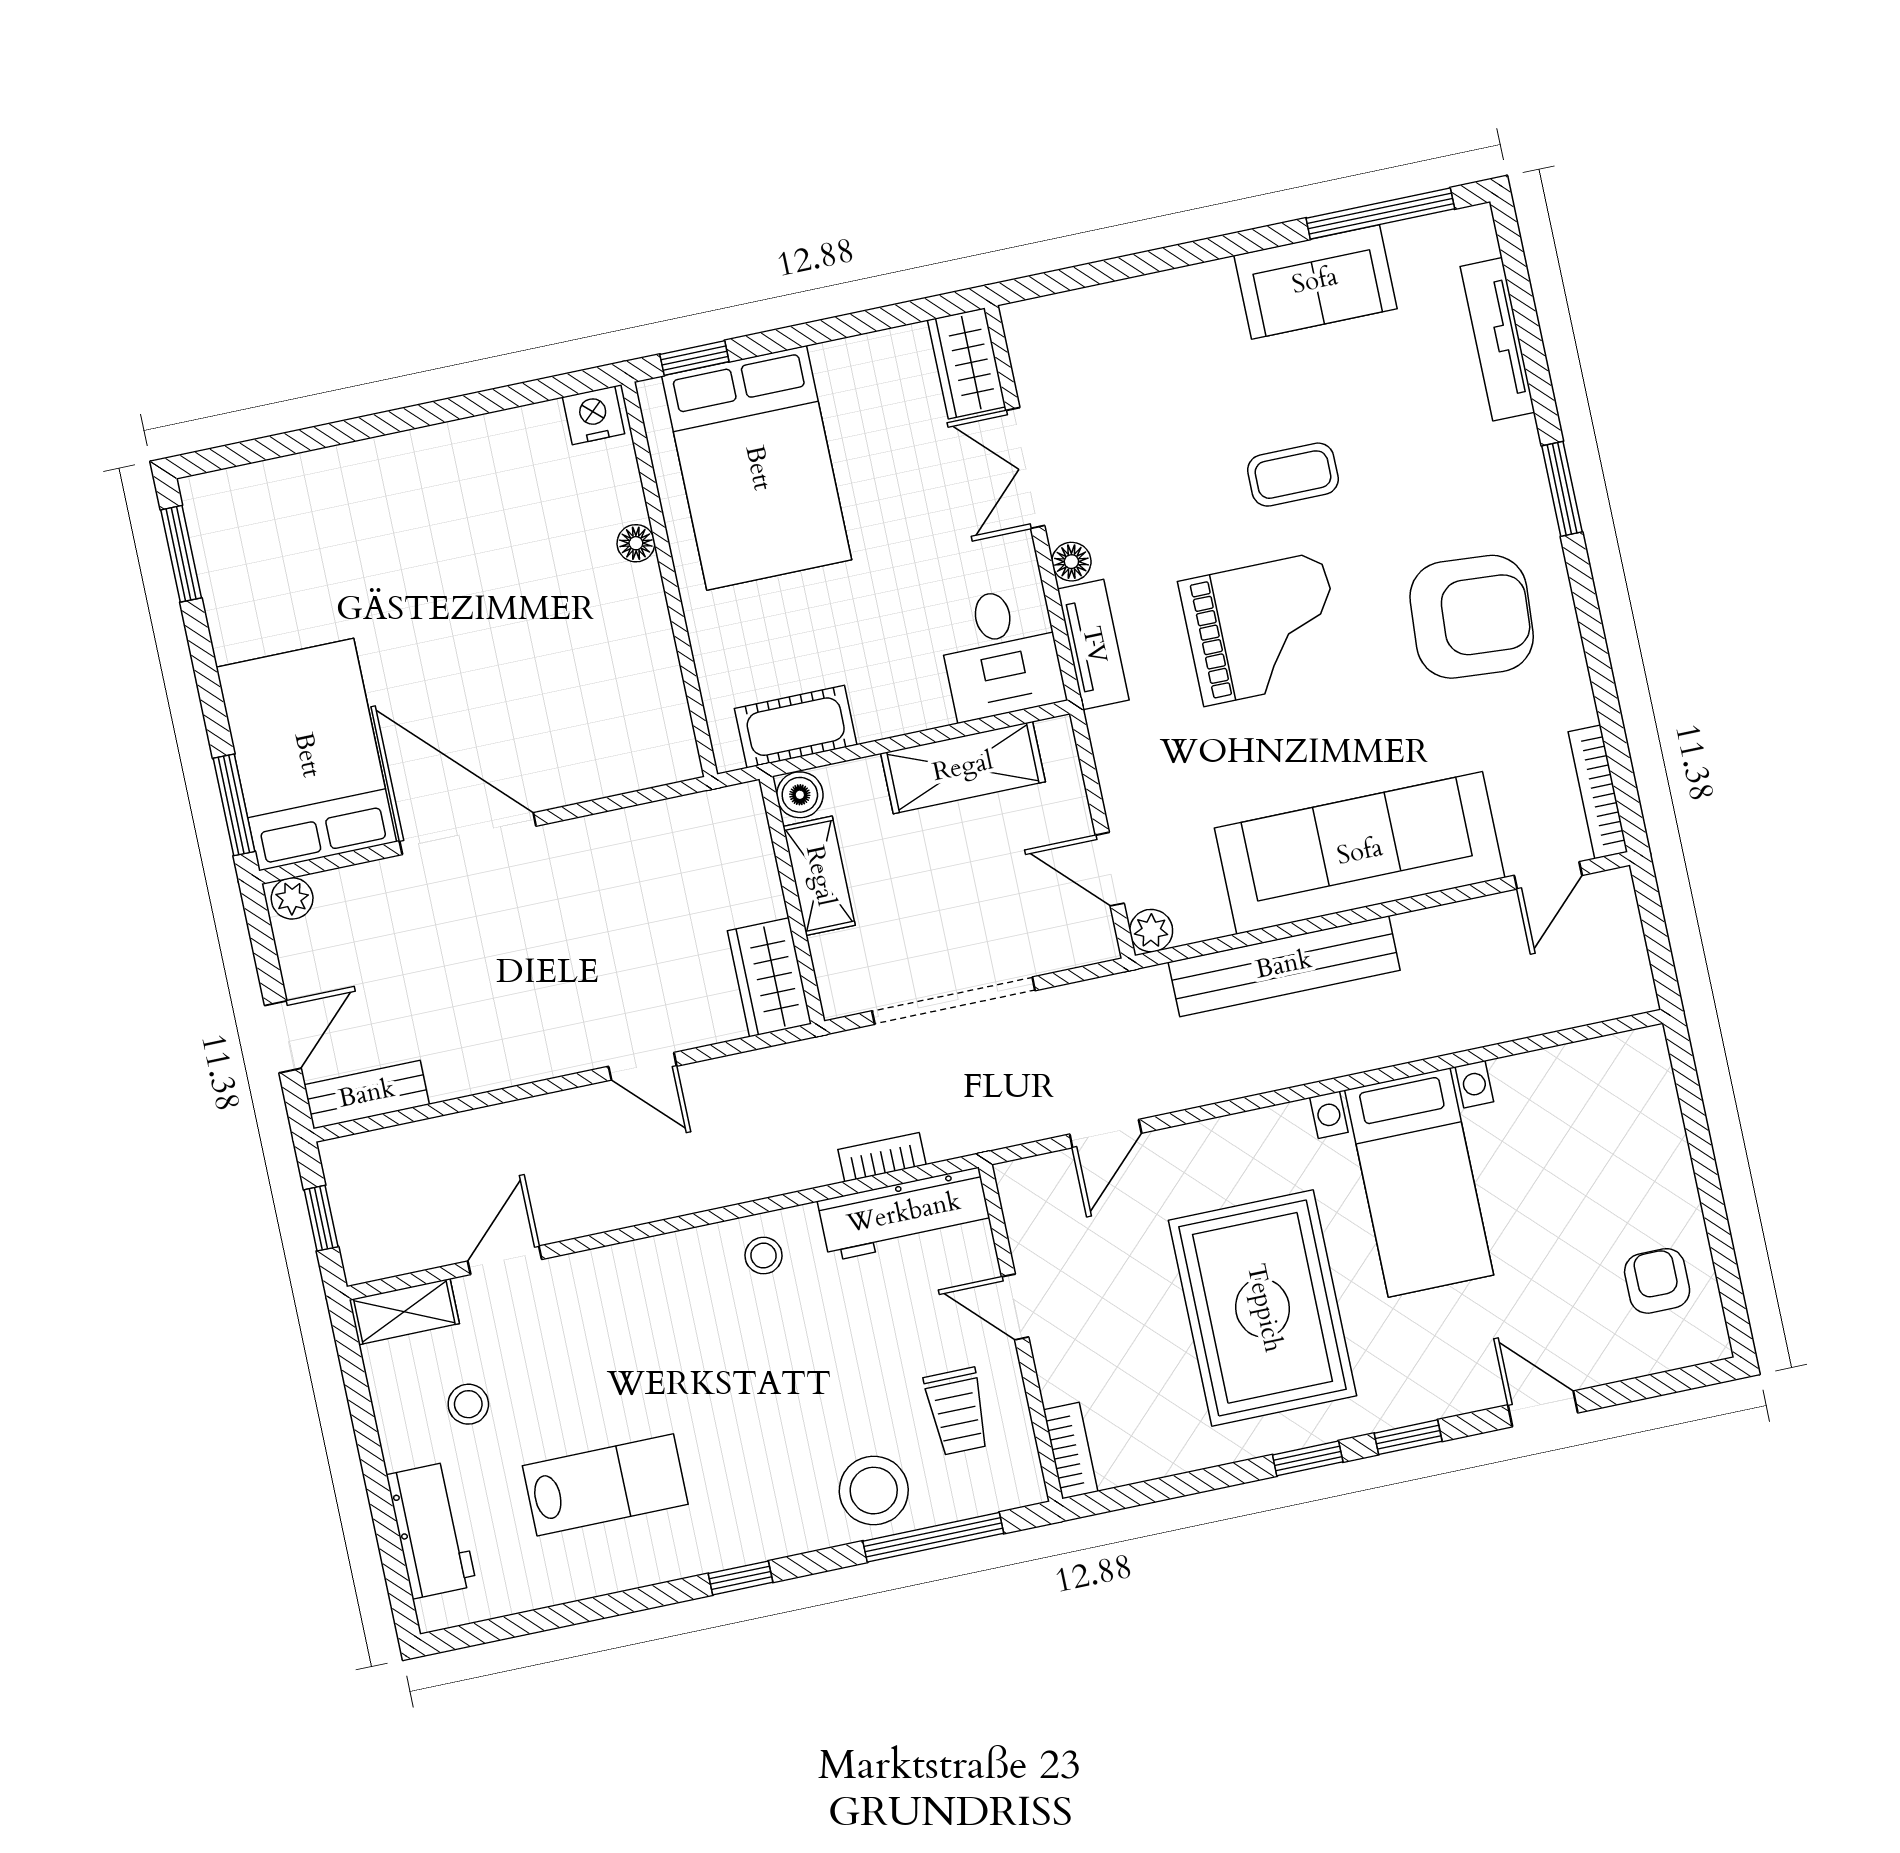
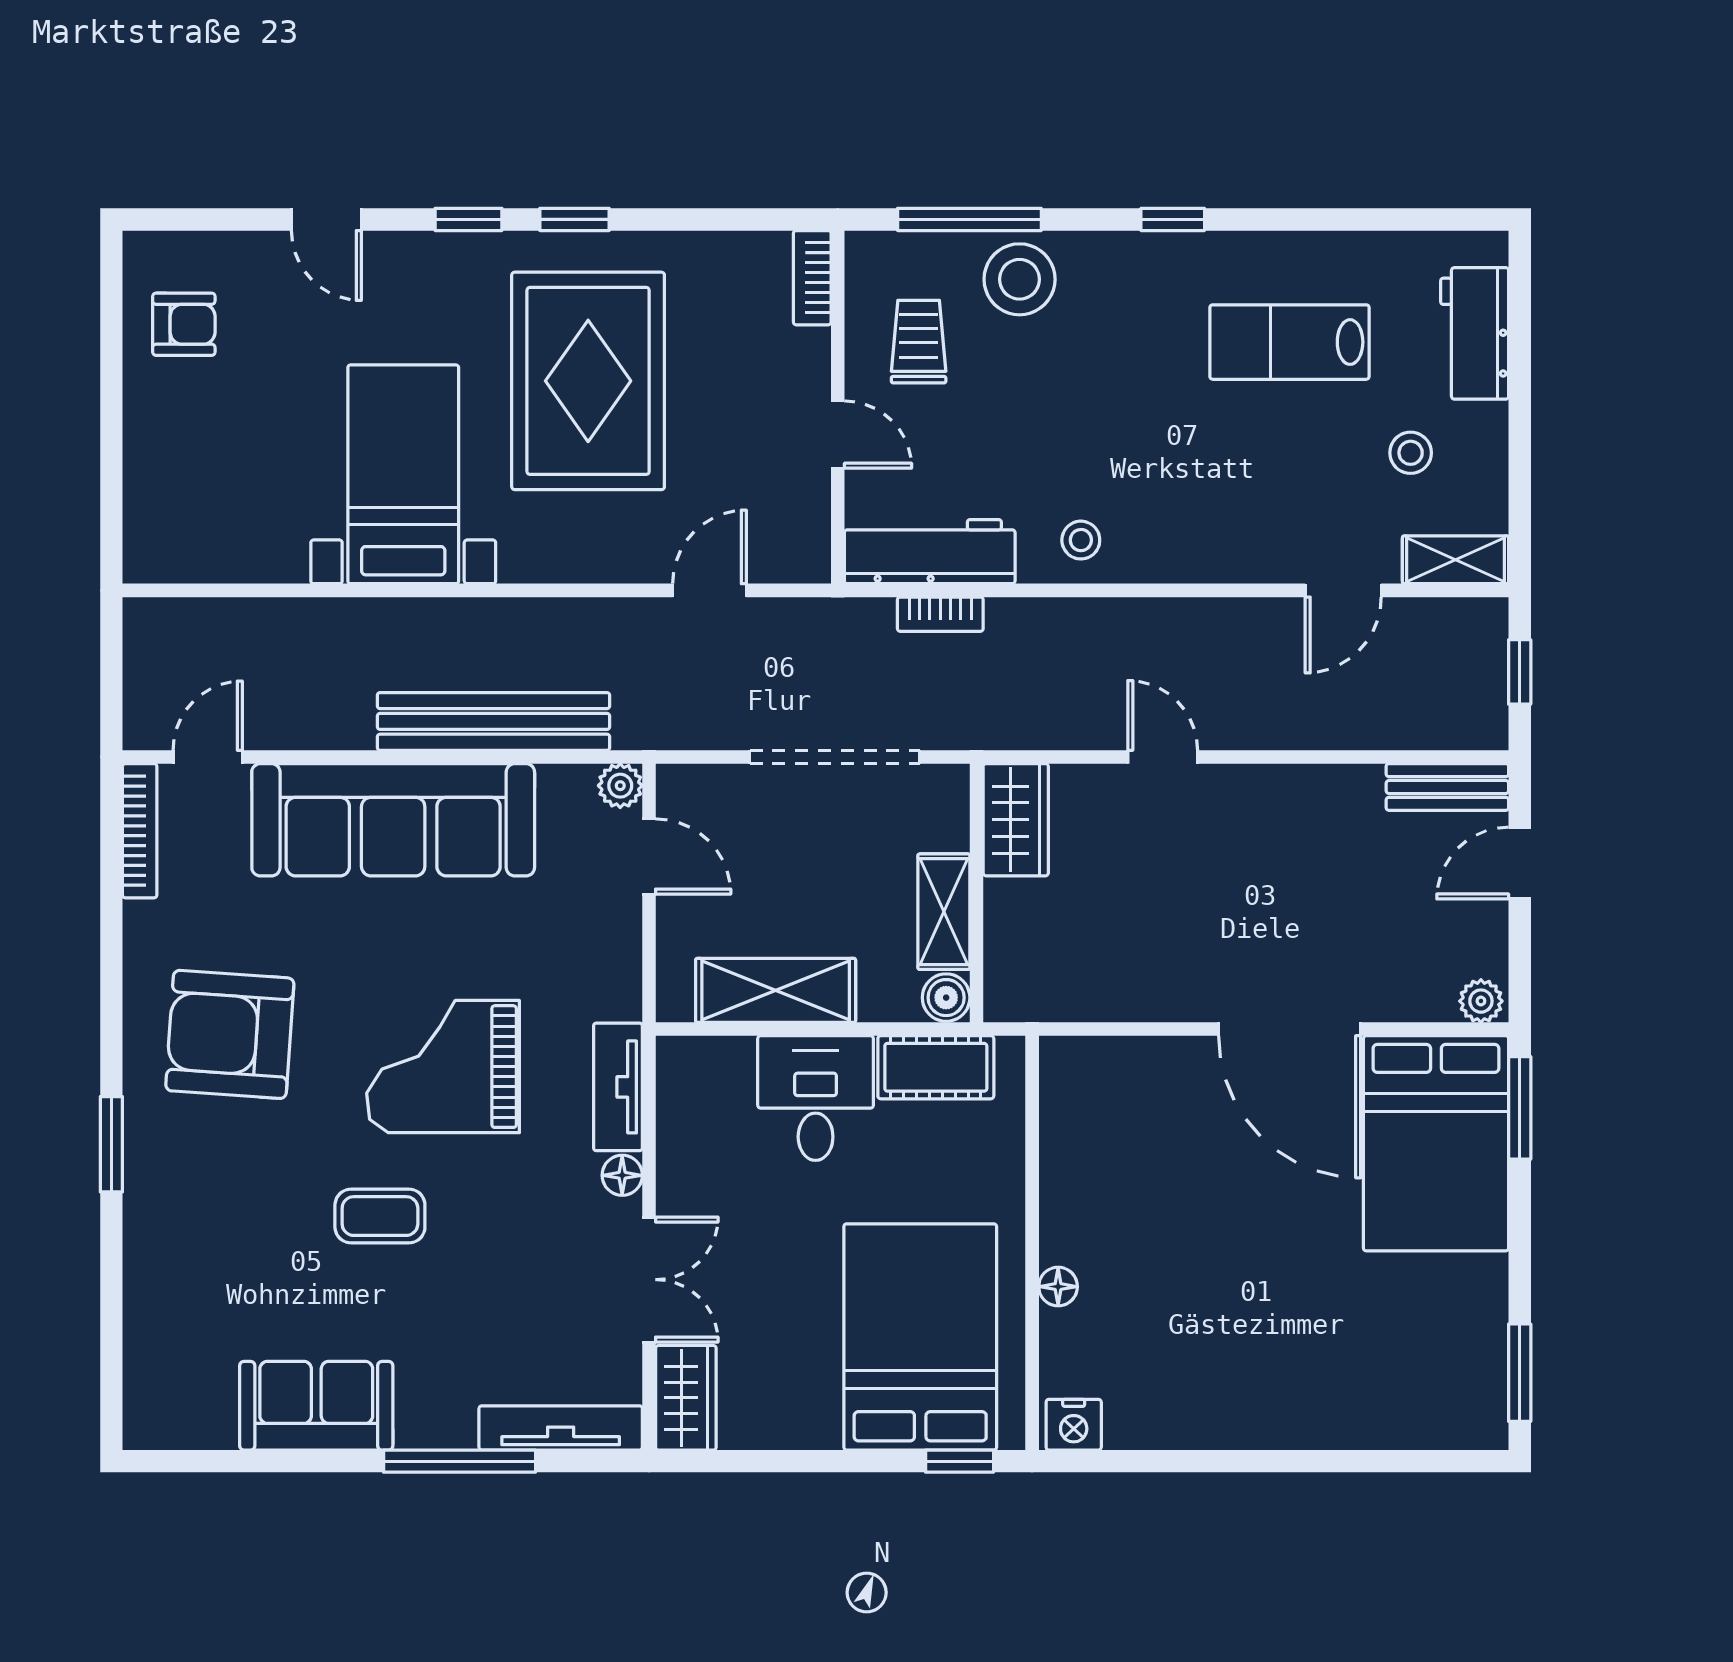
window: (1380, 213) -> (460, 1461), moved
tv unit: (1498, 339) -> (561, 1428), moved, turned -90
desk: (1000, 653) -> (816, 1098), moved
armchair: (1657, 1281) -> (184, 324), turned -90

